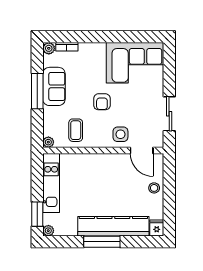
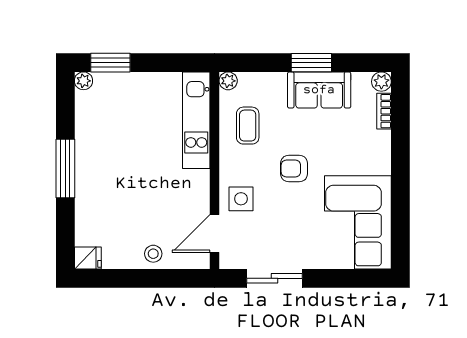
window: (37, 91) -> (311, 63), width x0.69
coffee table: (76, 130) -> (248, 126), turned 90
kitchen unit: (51, 183) -> (196, 120), moved, turned 90
kitchen counter: (113, 226) -> (91, 187), removed

